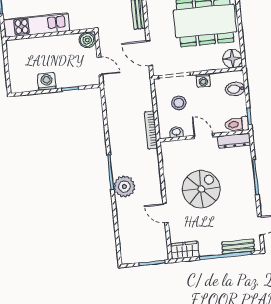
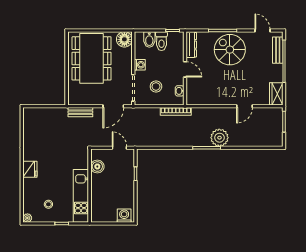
boiler: (87, 40) -> (97, 166), moved
door: (100, 66) -> (119, 148), hinge flipped
washing machine: (47, 81) -> (124, 216), moved, turned 90
toilet: (237, 124) -> (161, 41), moved
door: (203, 136) -> (185, 69), swing flipped
spiral stairs: (201, 189) -> (230, 50), moved

